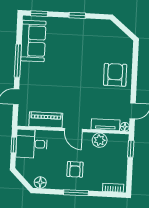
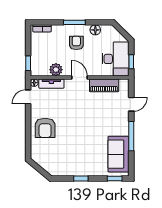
desk: (32, 144) -> (115, 59), width x1.37
floor lamp: (40, 183) -> (95, 30), moved

